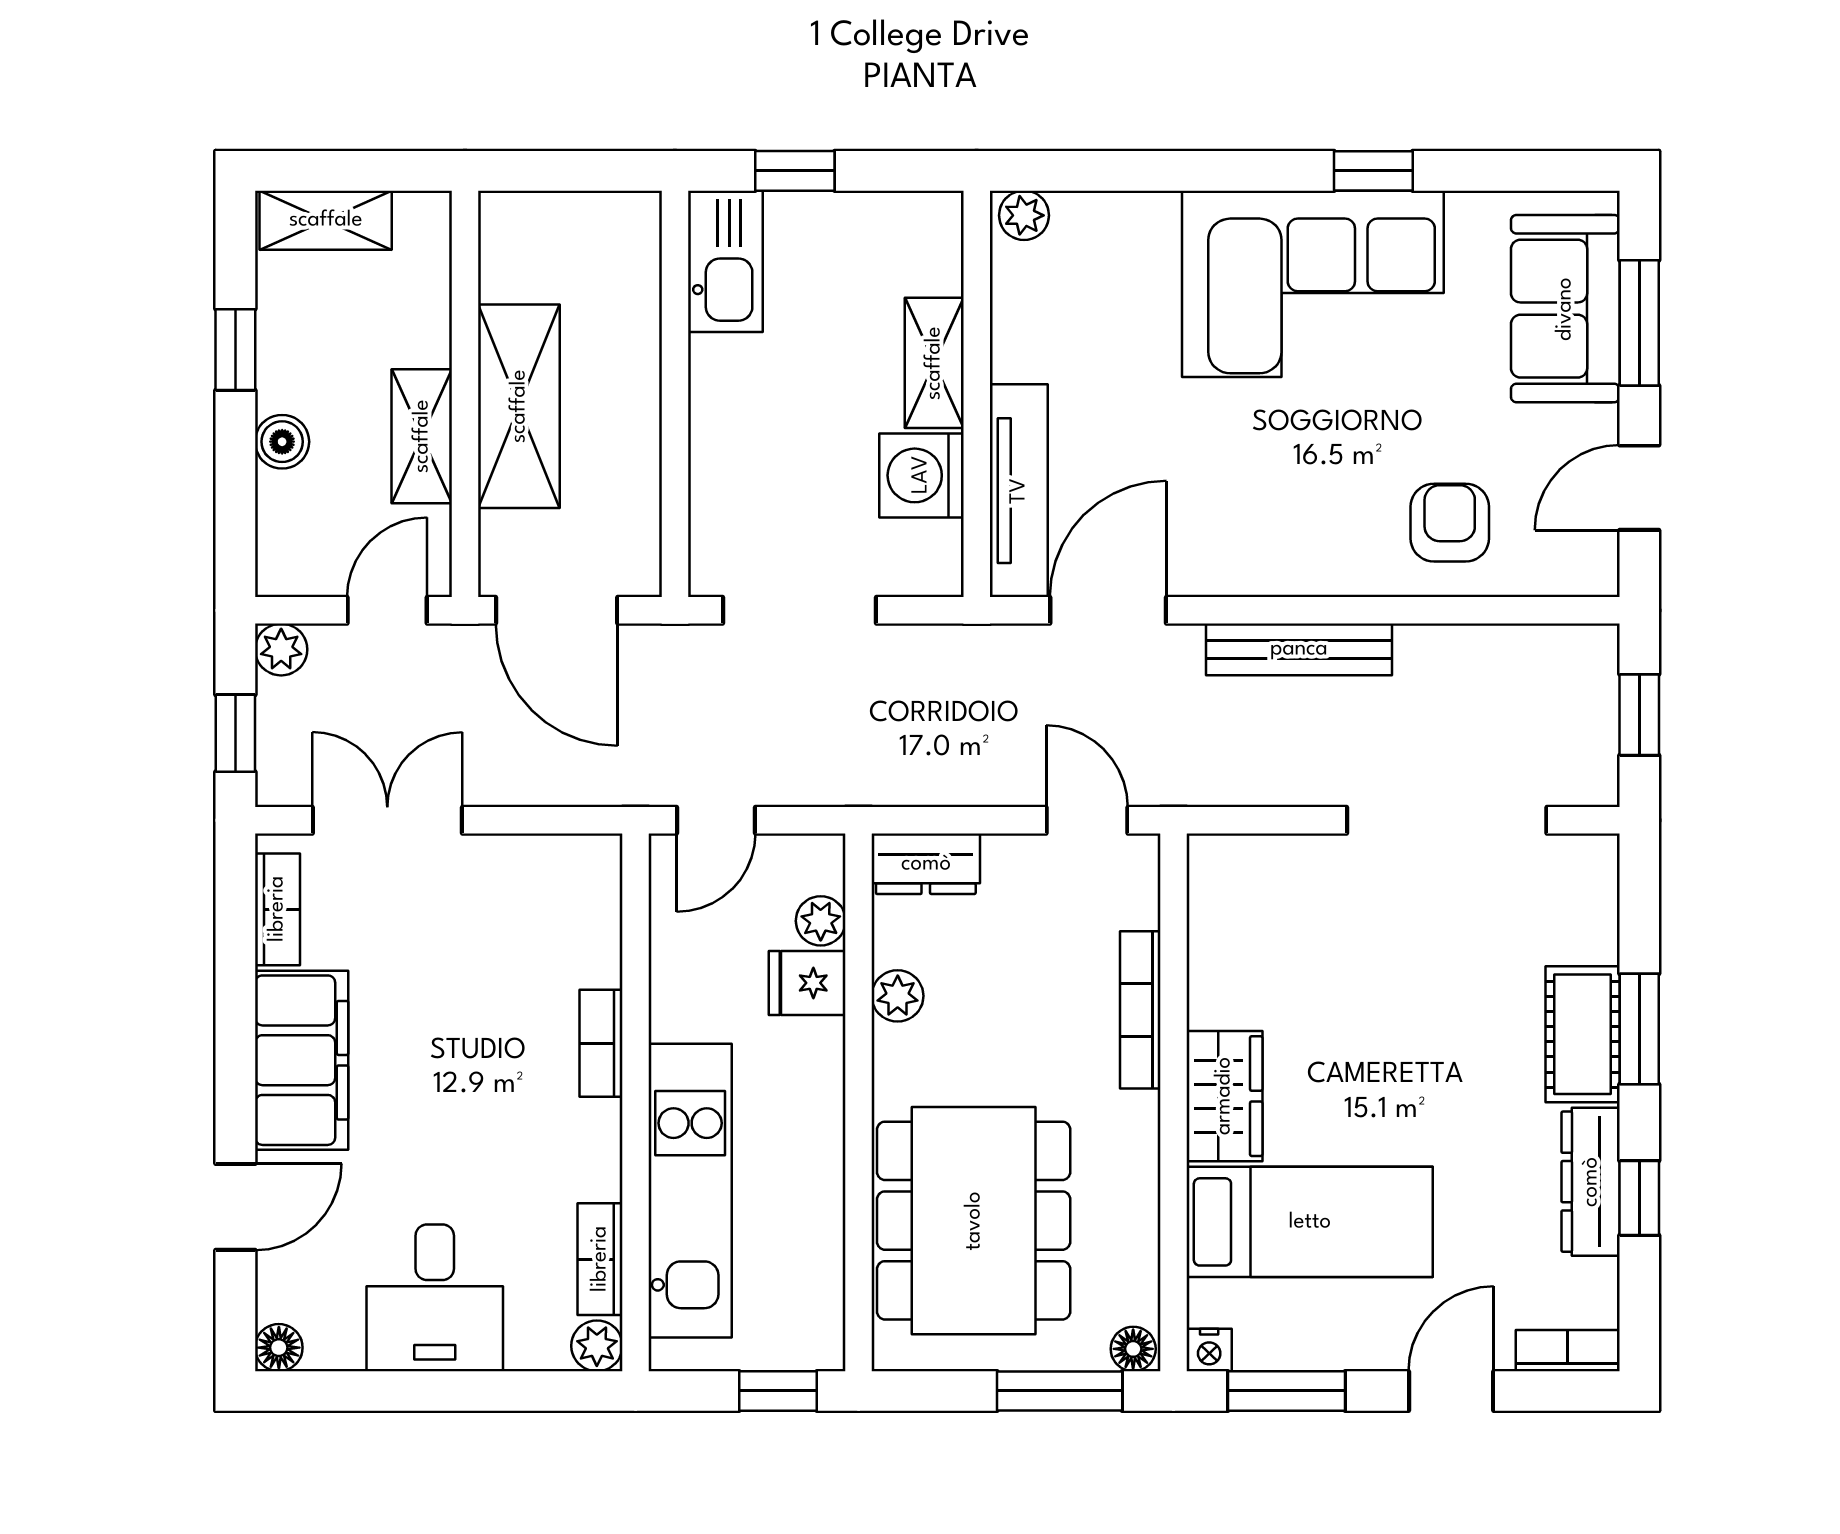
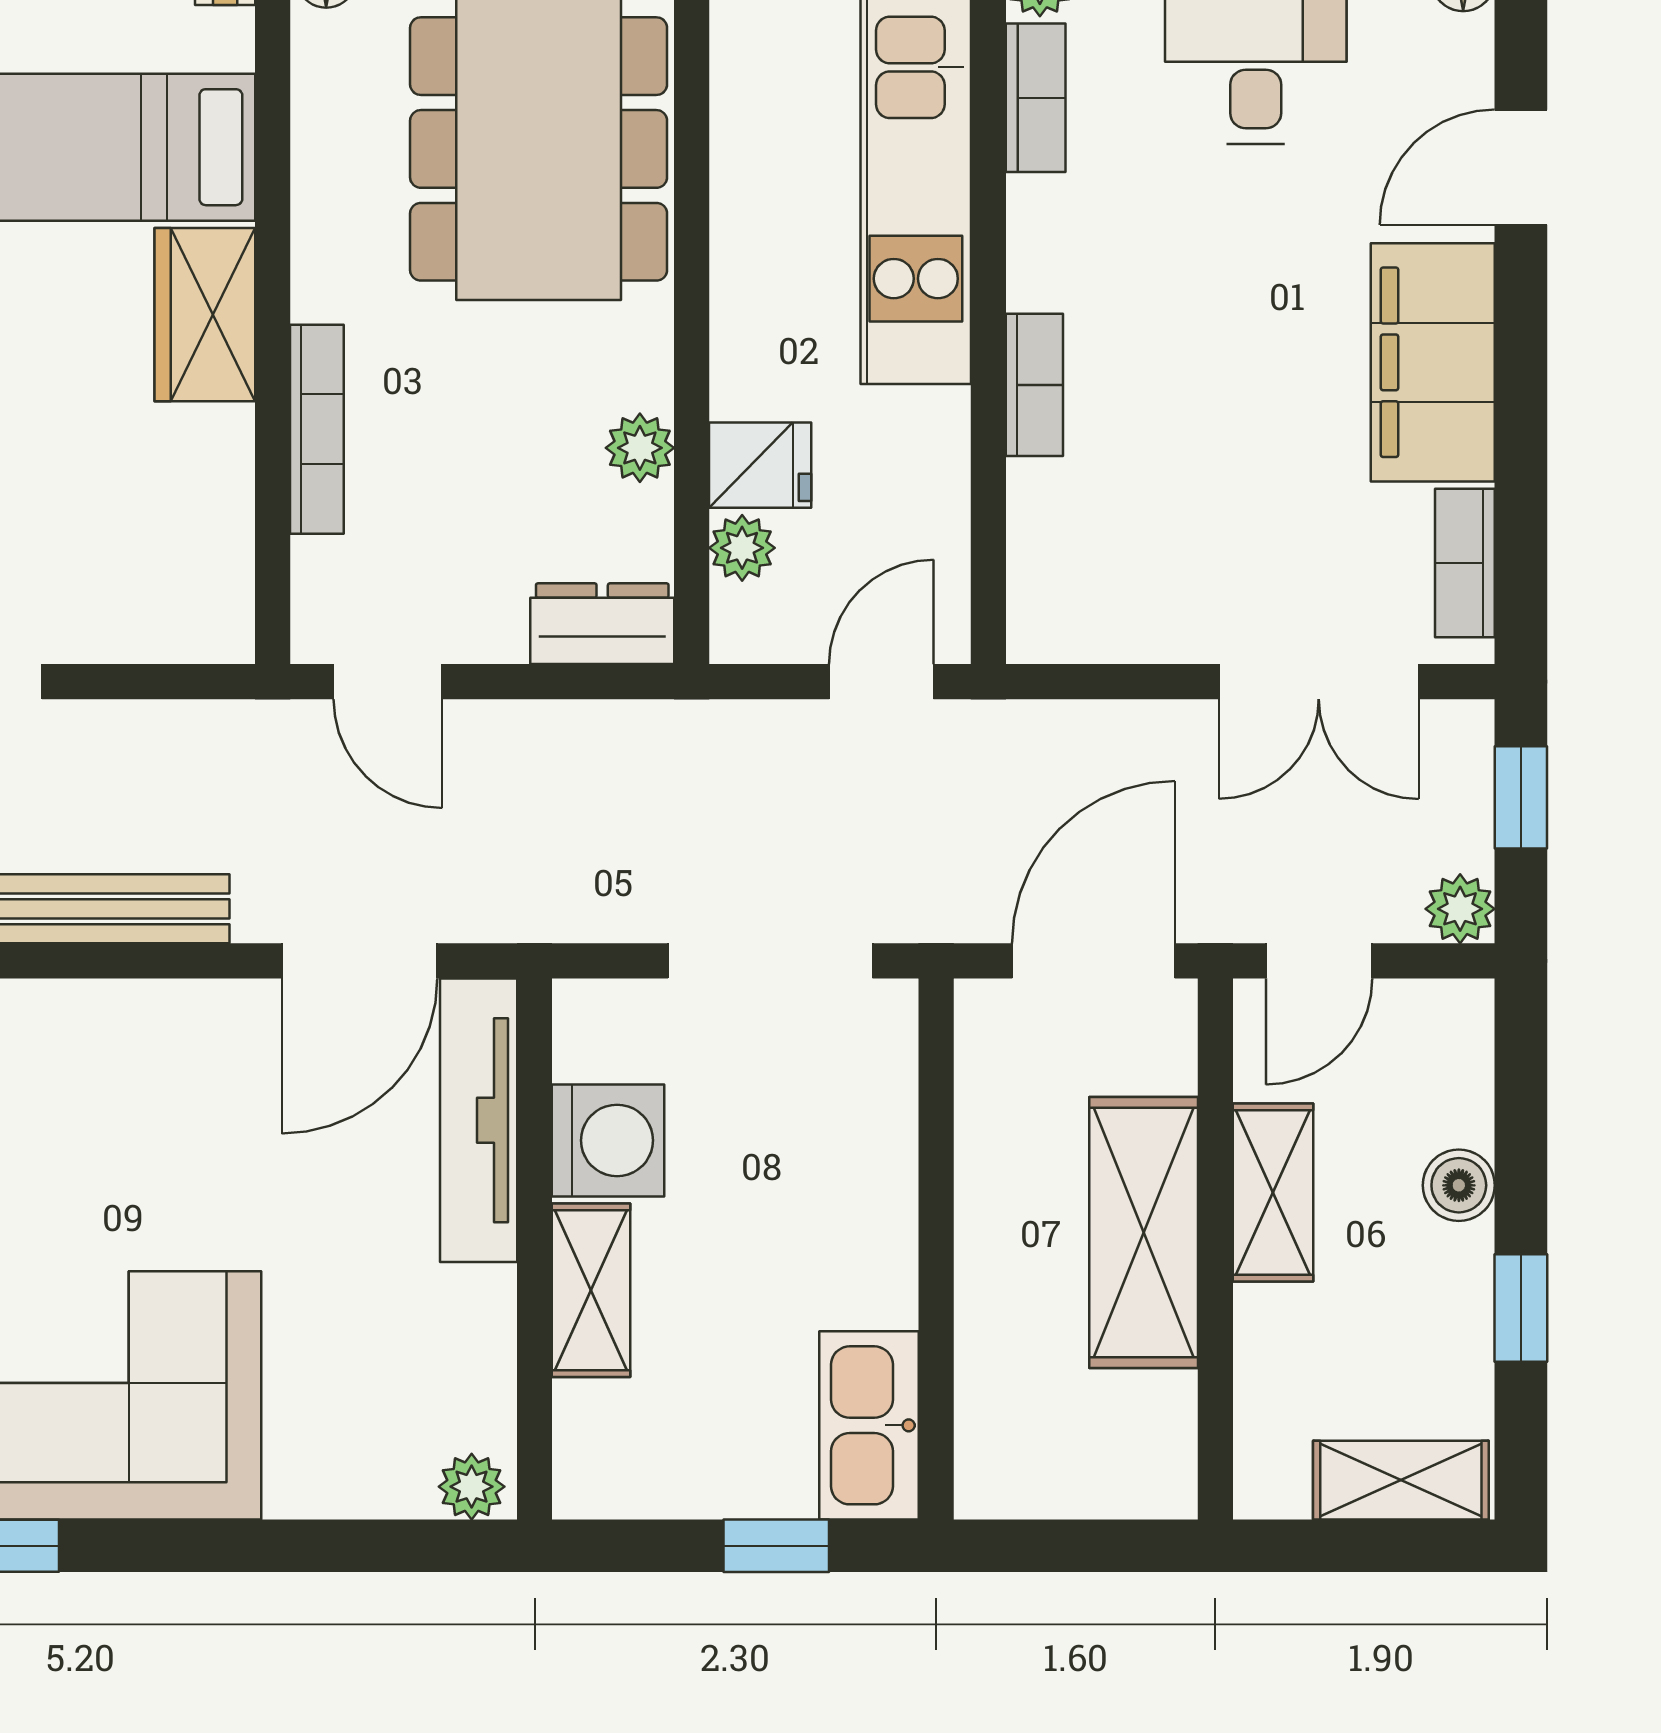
door: (557, 610) -> (1093, 961), hinge flipped

